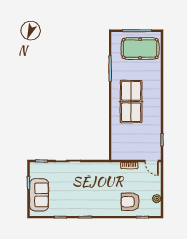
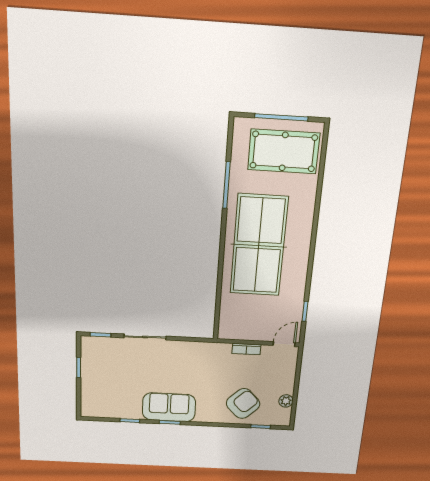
table tennis table: (131, 102) -> (259, 245), width x1.36, depth x1.32
door: (152, 161) -> (284, 344), swing flipped
sofa: (39, 195) -> (169, 407), moved, turned -90
armchair: (130, 202) -> (243, 404), turned 136

